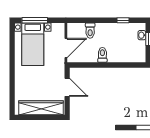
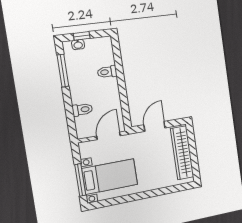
window: (123, 20) -> (63, 71), width x2.17
door: (66, 48) -> (108, 136), hinge flipped
toilet: (102, 55) -> (107, 72), moved

